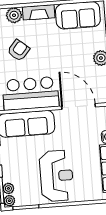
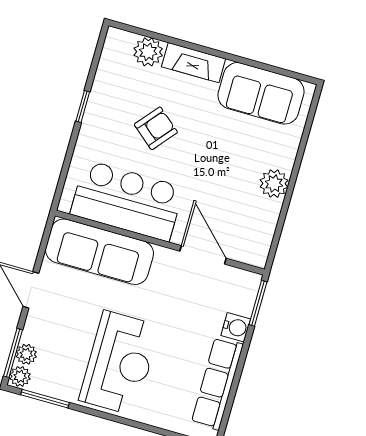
armchair: (19, 50) -> (156, 128), moved
door: (78, 107) -> (203, 255), width x0.73

